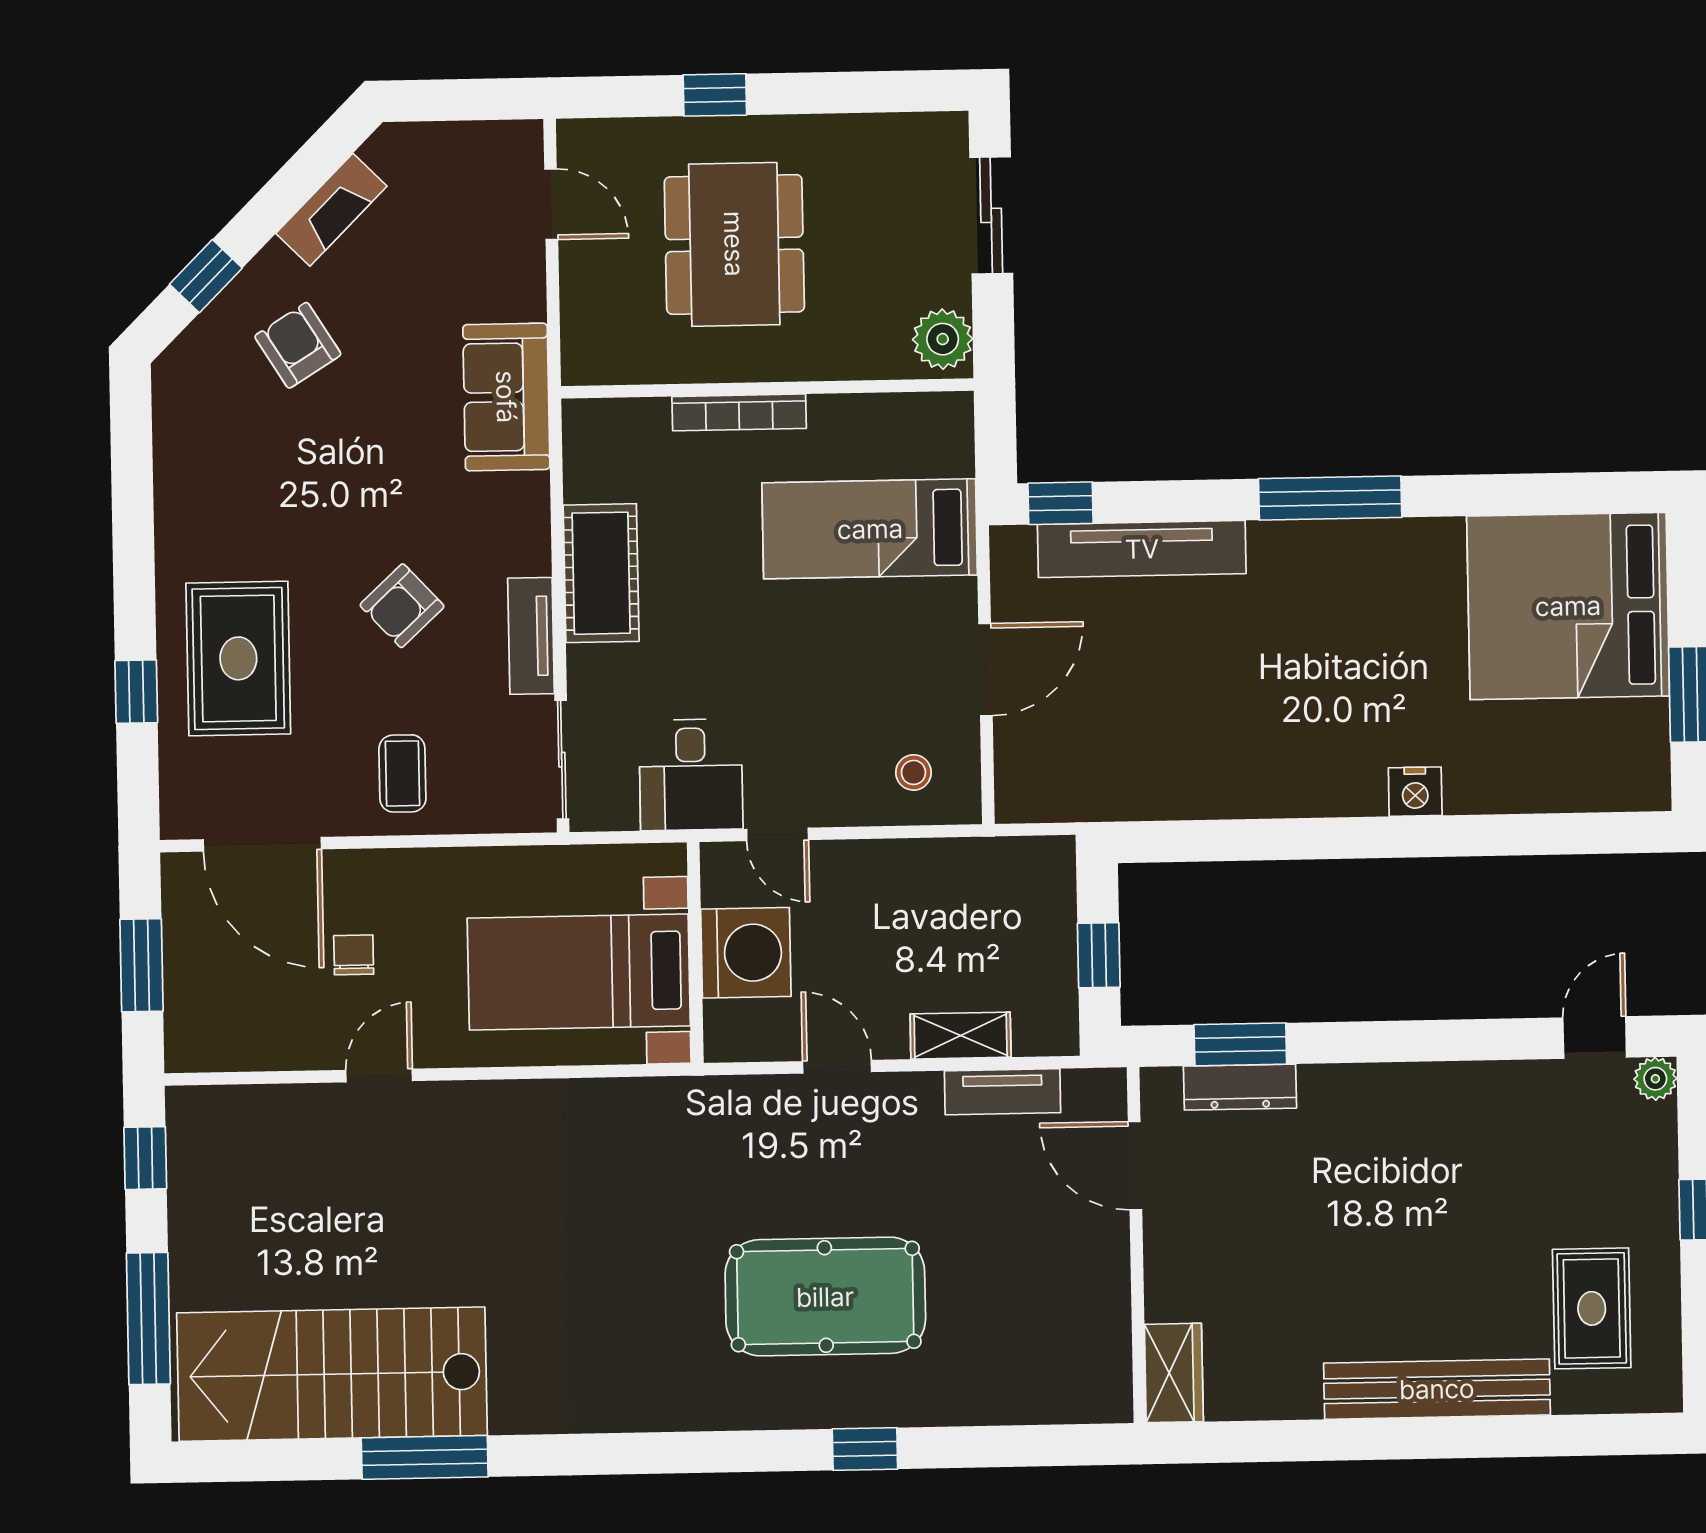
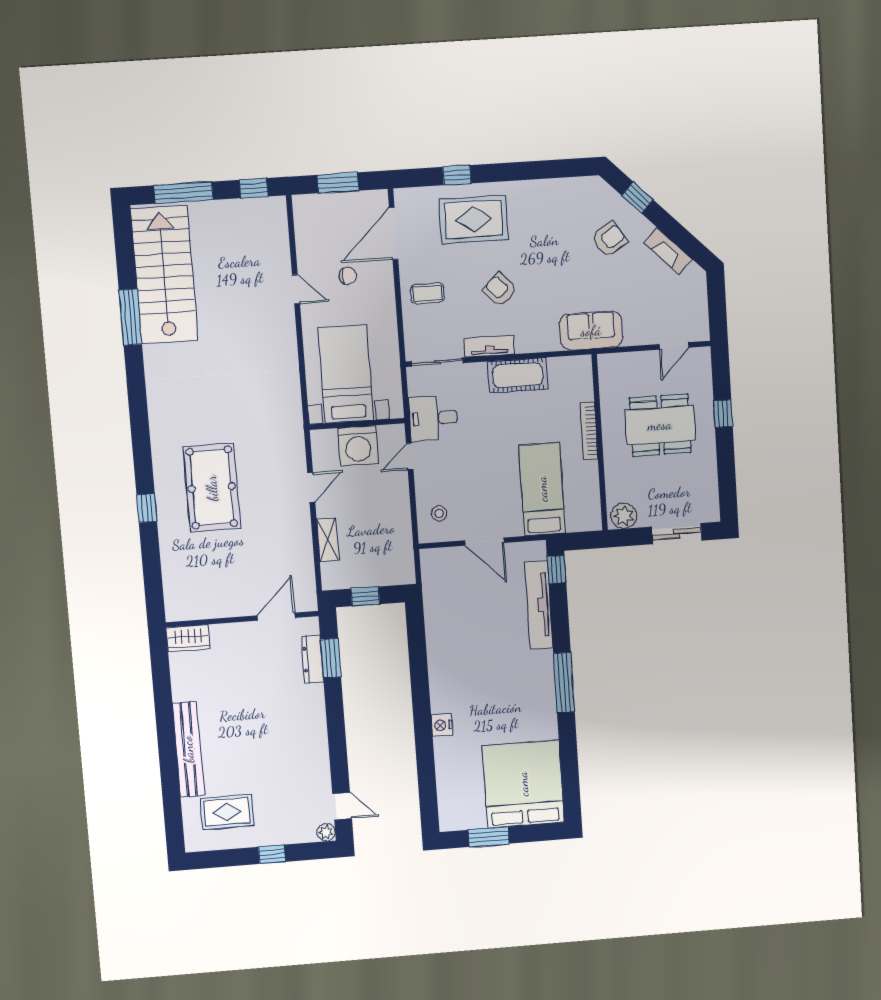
tv unit: (1003, 1092) -> (305, 559), removed

